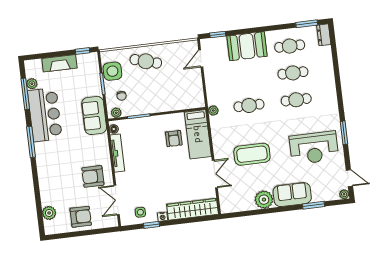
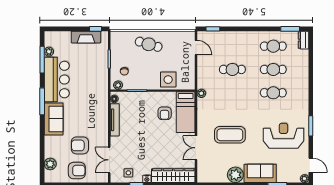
booth: (247, 46) -> (237, 42), removed
door: (201, 59) -> (196, 48), swing flipped
fireplace: (59, 63) -> (86, 37), moved
side table: (112, 71) -> (168, 80), moved
cafe table: (249, 105) -> (232, 69), moved
sofa: (94, 115) -> (54, 119), moved, turned 180
reception desk: (314, 148) -> (283, 136), turned 180
double door: (215, 174) -> (196, 148), swing flipped
armchair: (93, 176) -> (80, 145), moved

